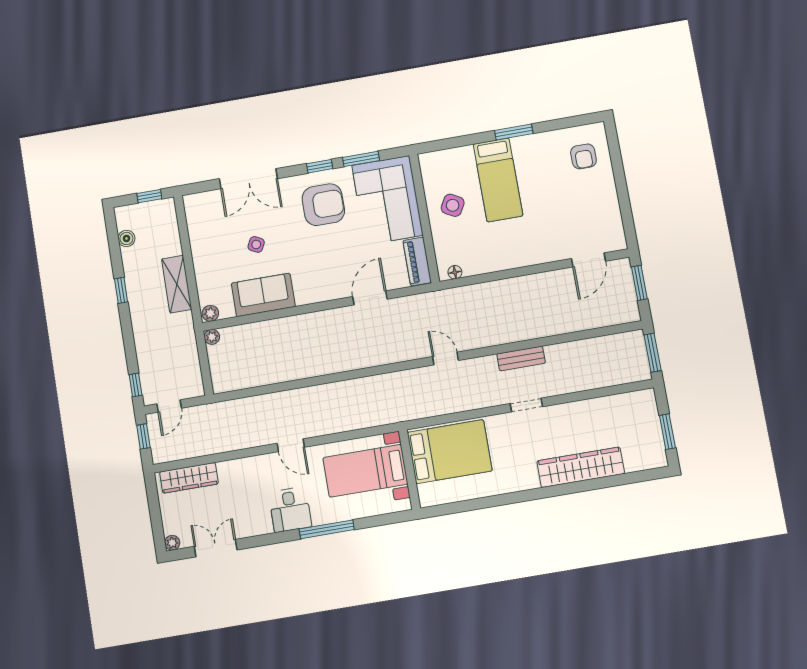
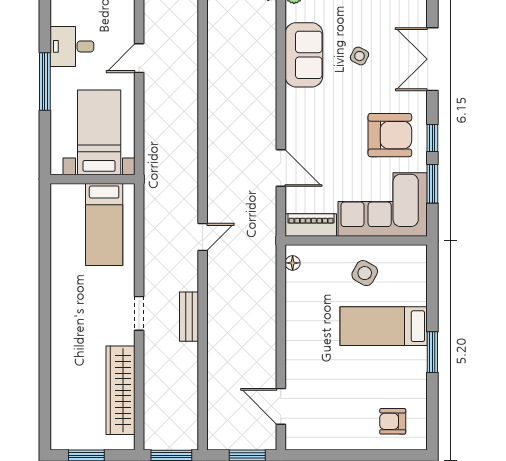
armchair: (323, 205) -> (390, 135), turned -90
bed: (450, 452) -> (104, 224), width x0.67
wardrobe: (581, 467) -> (120, 390), moved, turned 180

